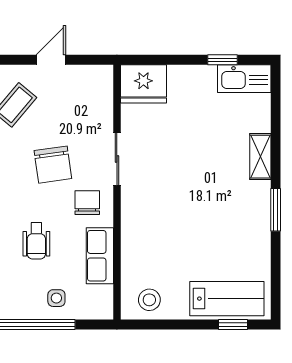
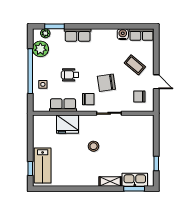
kitchen sink: (244, 79) -> (135, 180), moved, turned 90
fridge: (143, 84) -> (67, 124), moved, turned -90
chair: (82, 95) -> (139, 97), added
window: (276, 210) -> (134, 189), moved
stool: (149, 300) -> (94, 146), moved

